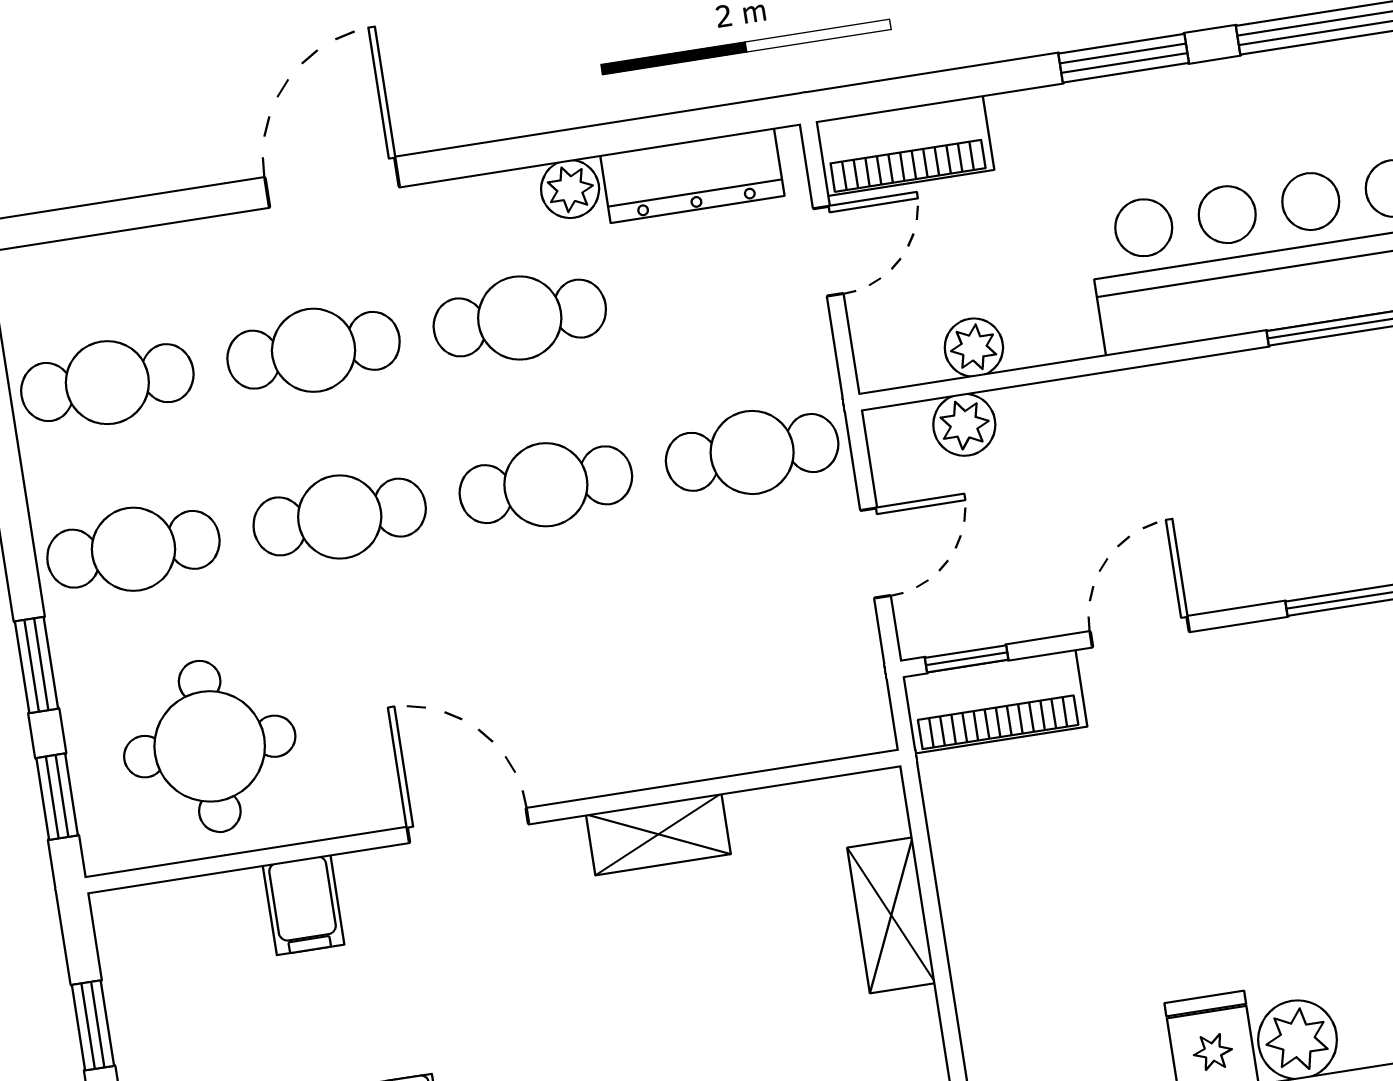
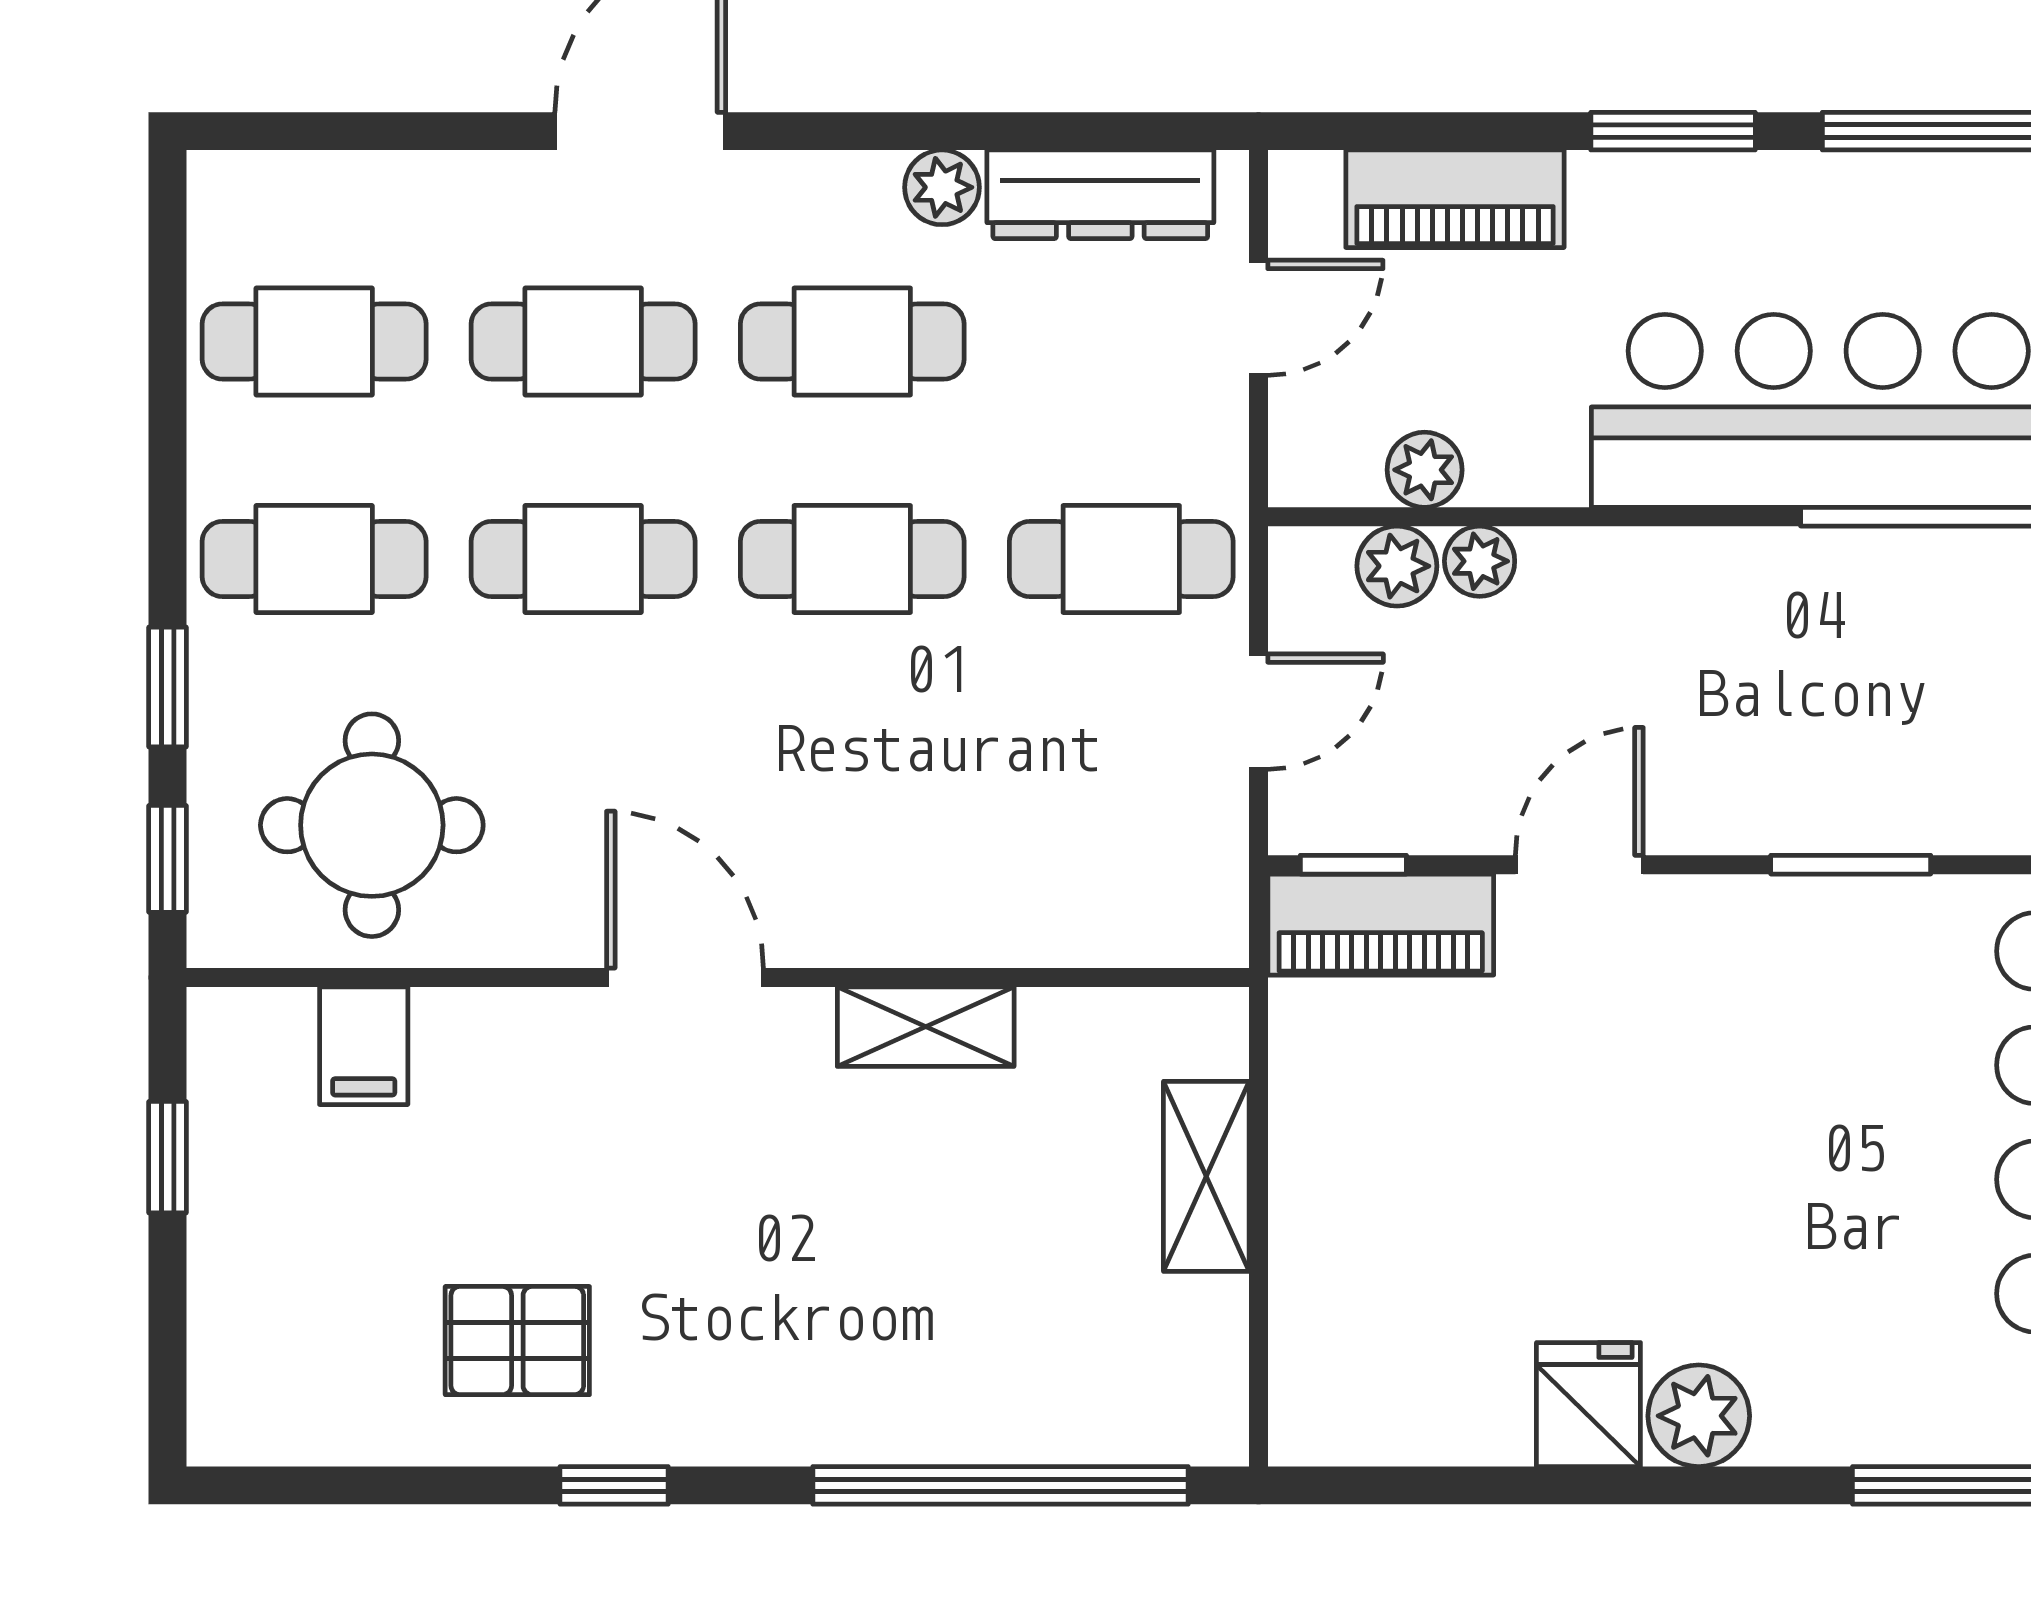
piano: (905, 146) -> (1455, 199), moved
plant: (1027, 411) -> (1480, 561), added
filing cabinet: (304, 905) -> (364, 1046), moved

